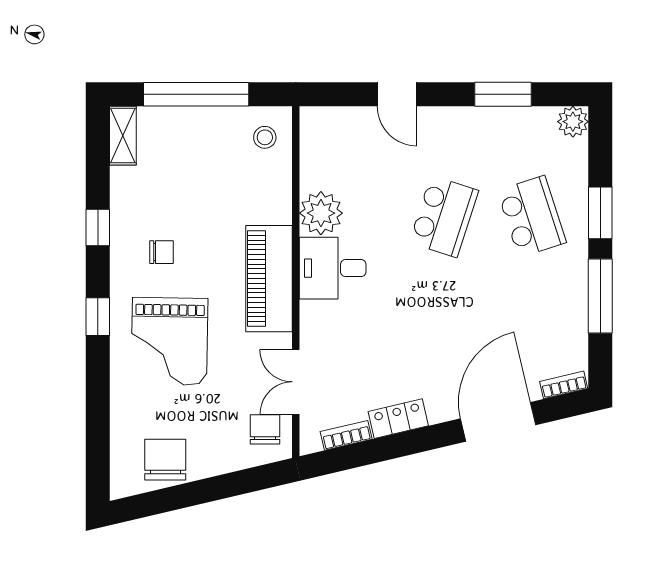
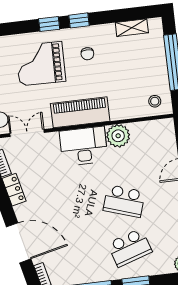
shelving: (123, 136) -> (132, 28), moved
window: (98, 228) -> (79, 20), moved
desk: (333, 268) -> (84, 146), width x1.37

